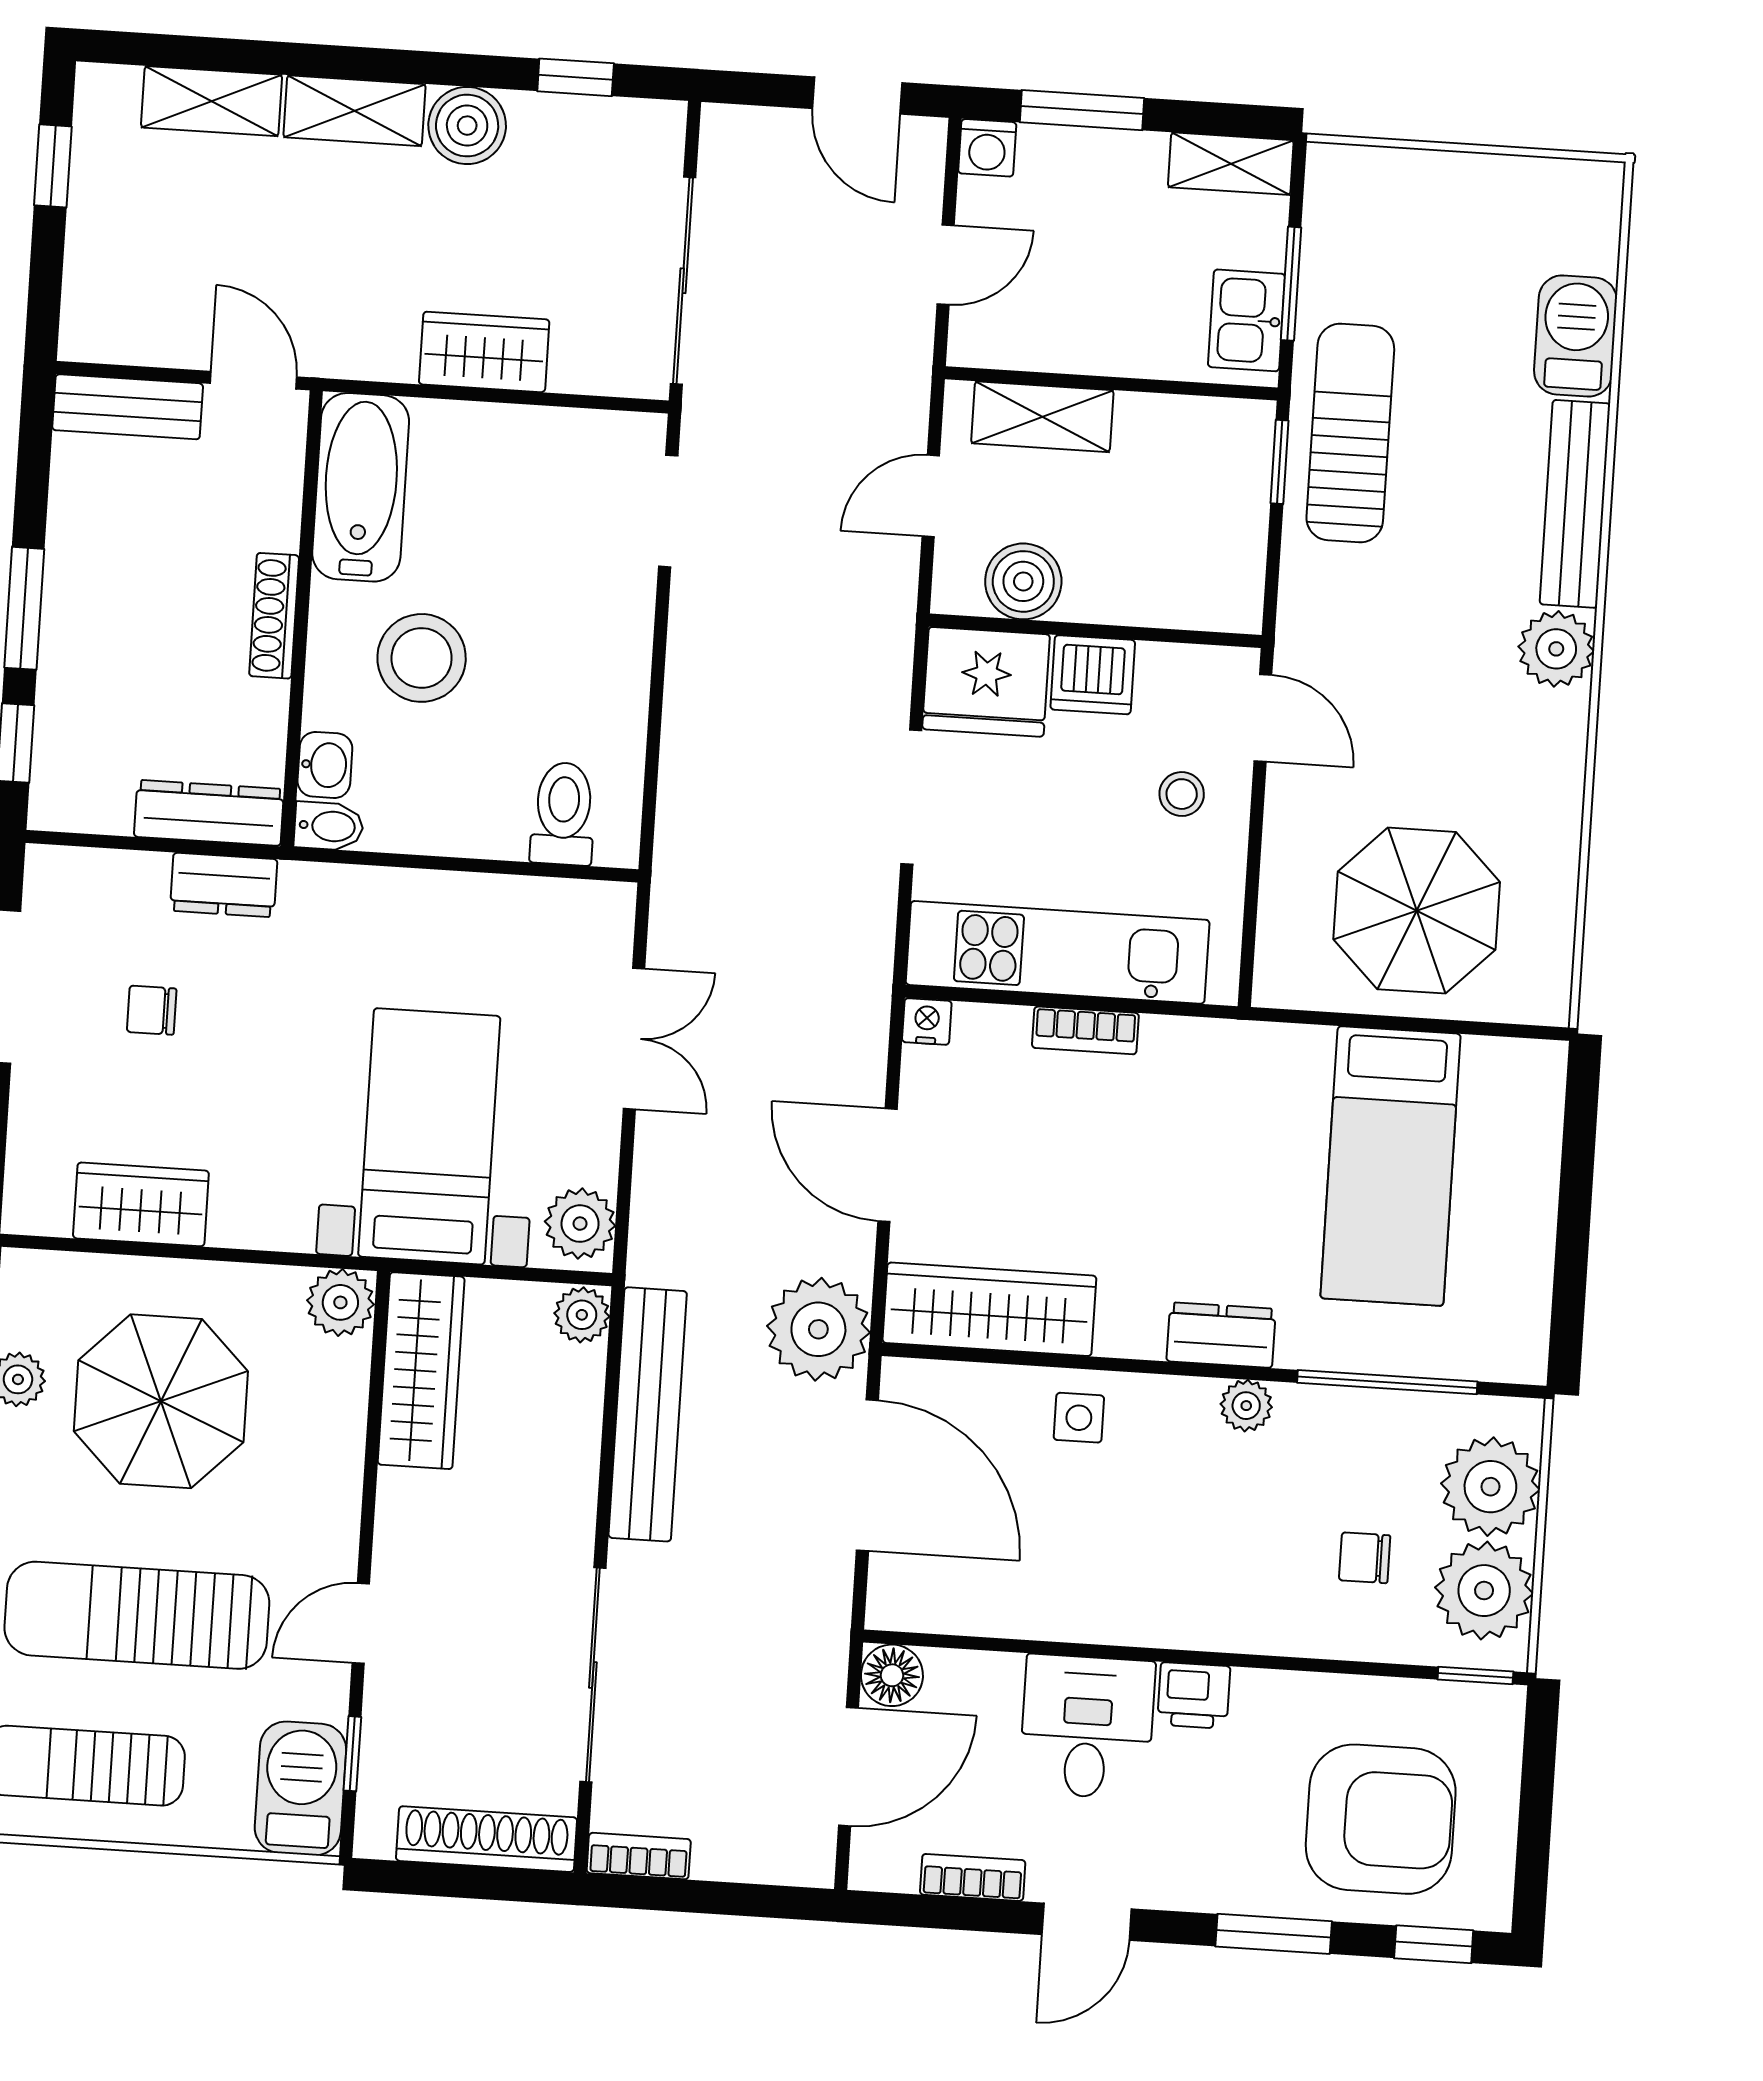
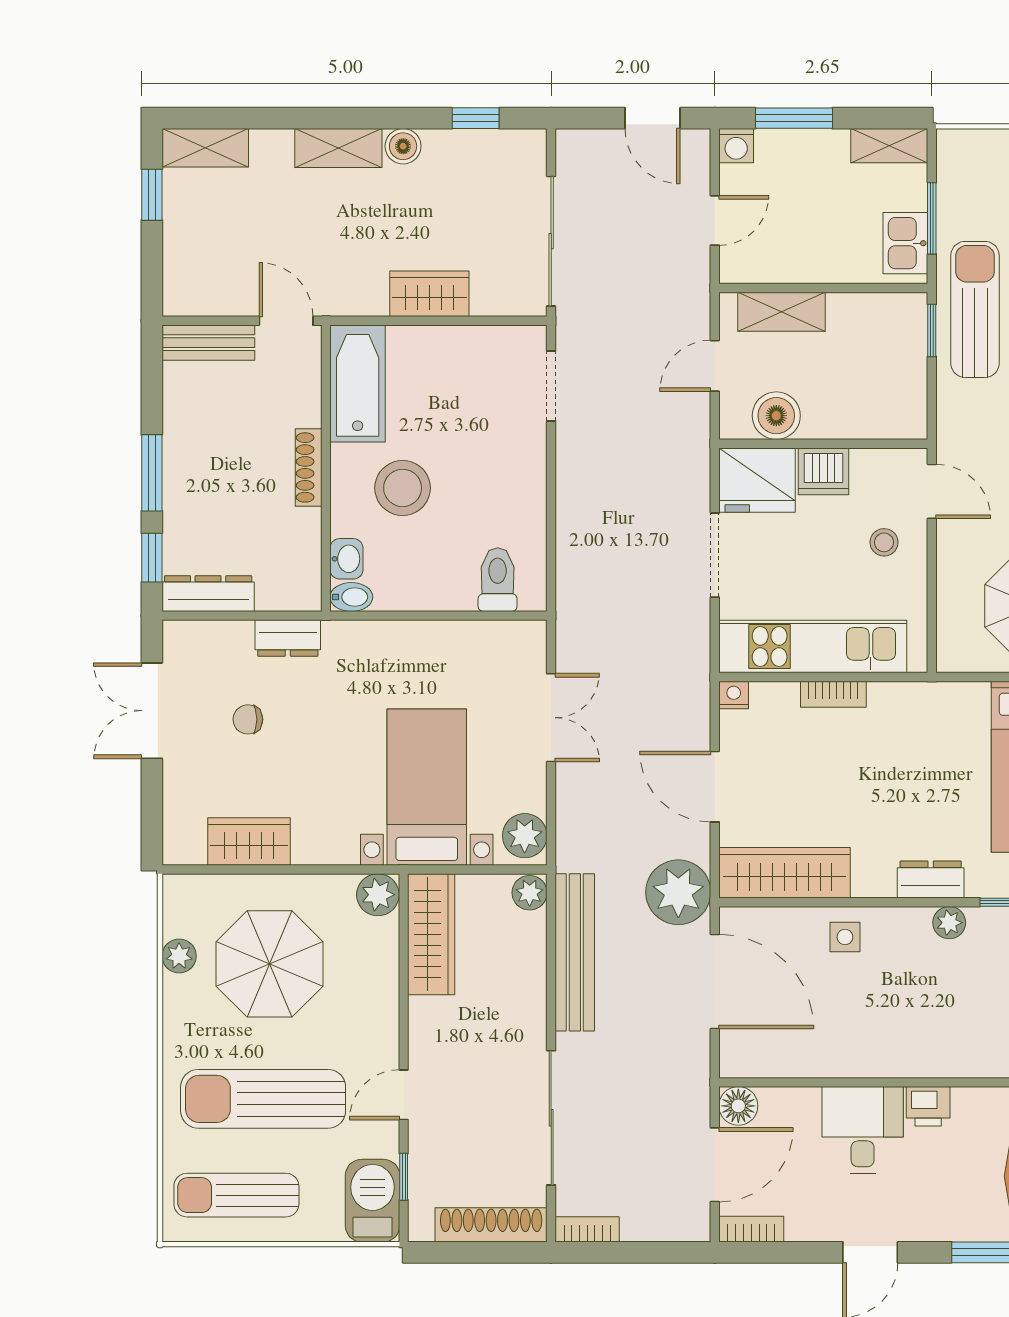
shelving: (212, 101) -> (205, 148), moved
boiler: (467, 126) -> (403, 146), width x0.73, depth x0.73
dresser: (209, 813) -> (208, 594), moved
bookcase: (973, 1877) -> (751, 1229), moved

